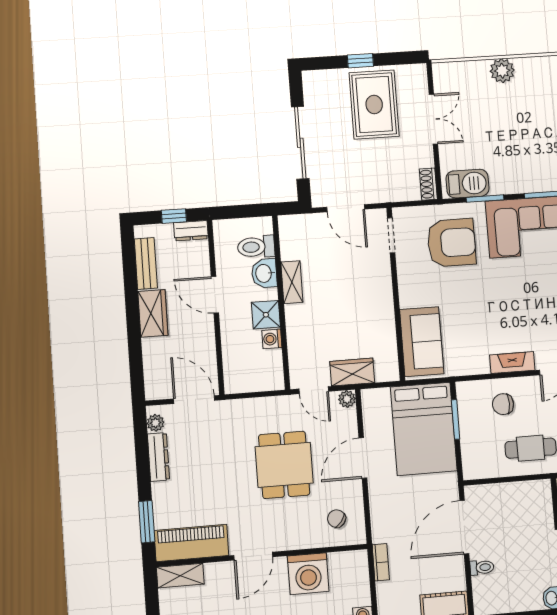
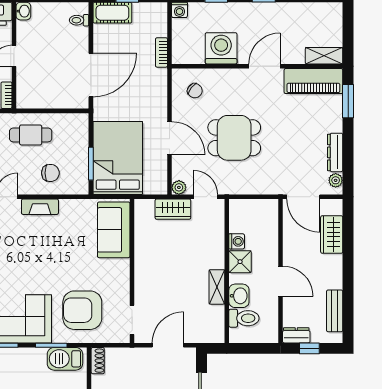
door: (346, 208) -> (168, 345), hinge flipped
wardrobe: (153, 313) -> (332, 234), moved
door: (363, 458) -> (170, 138), hinge flipped
dining table: (284, 465) -> (234, 138), turned 90
toilet: (482, 567) -> (79, 20), moved

